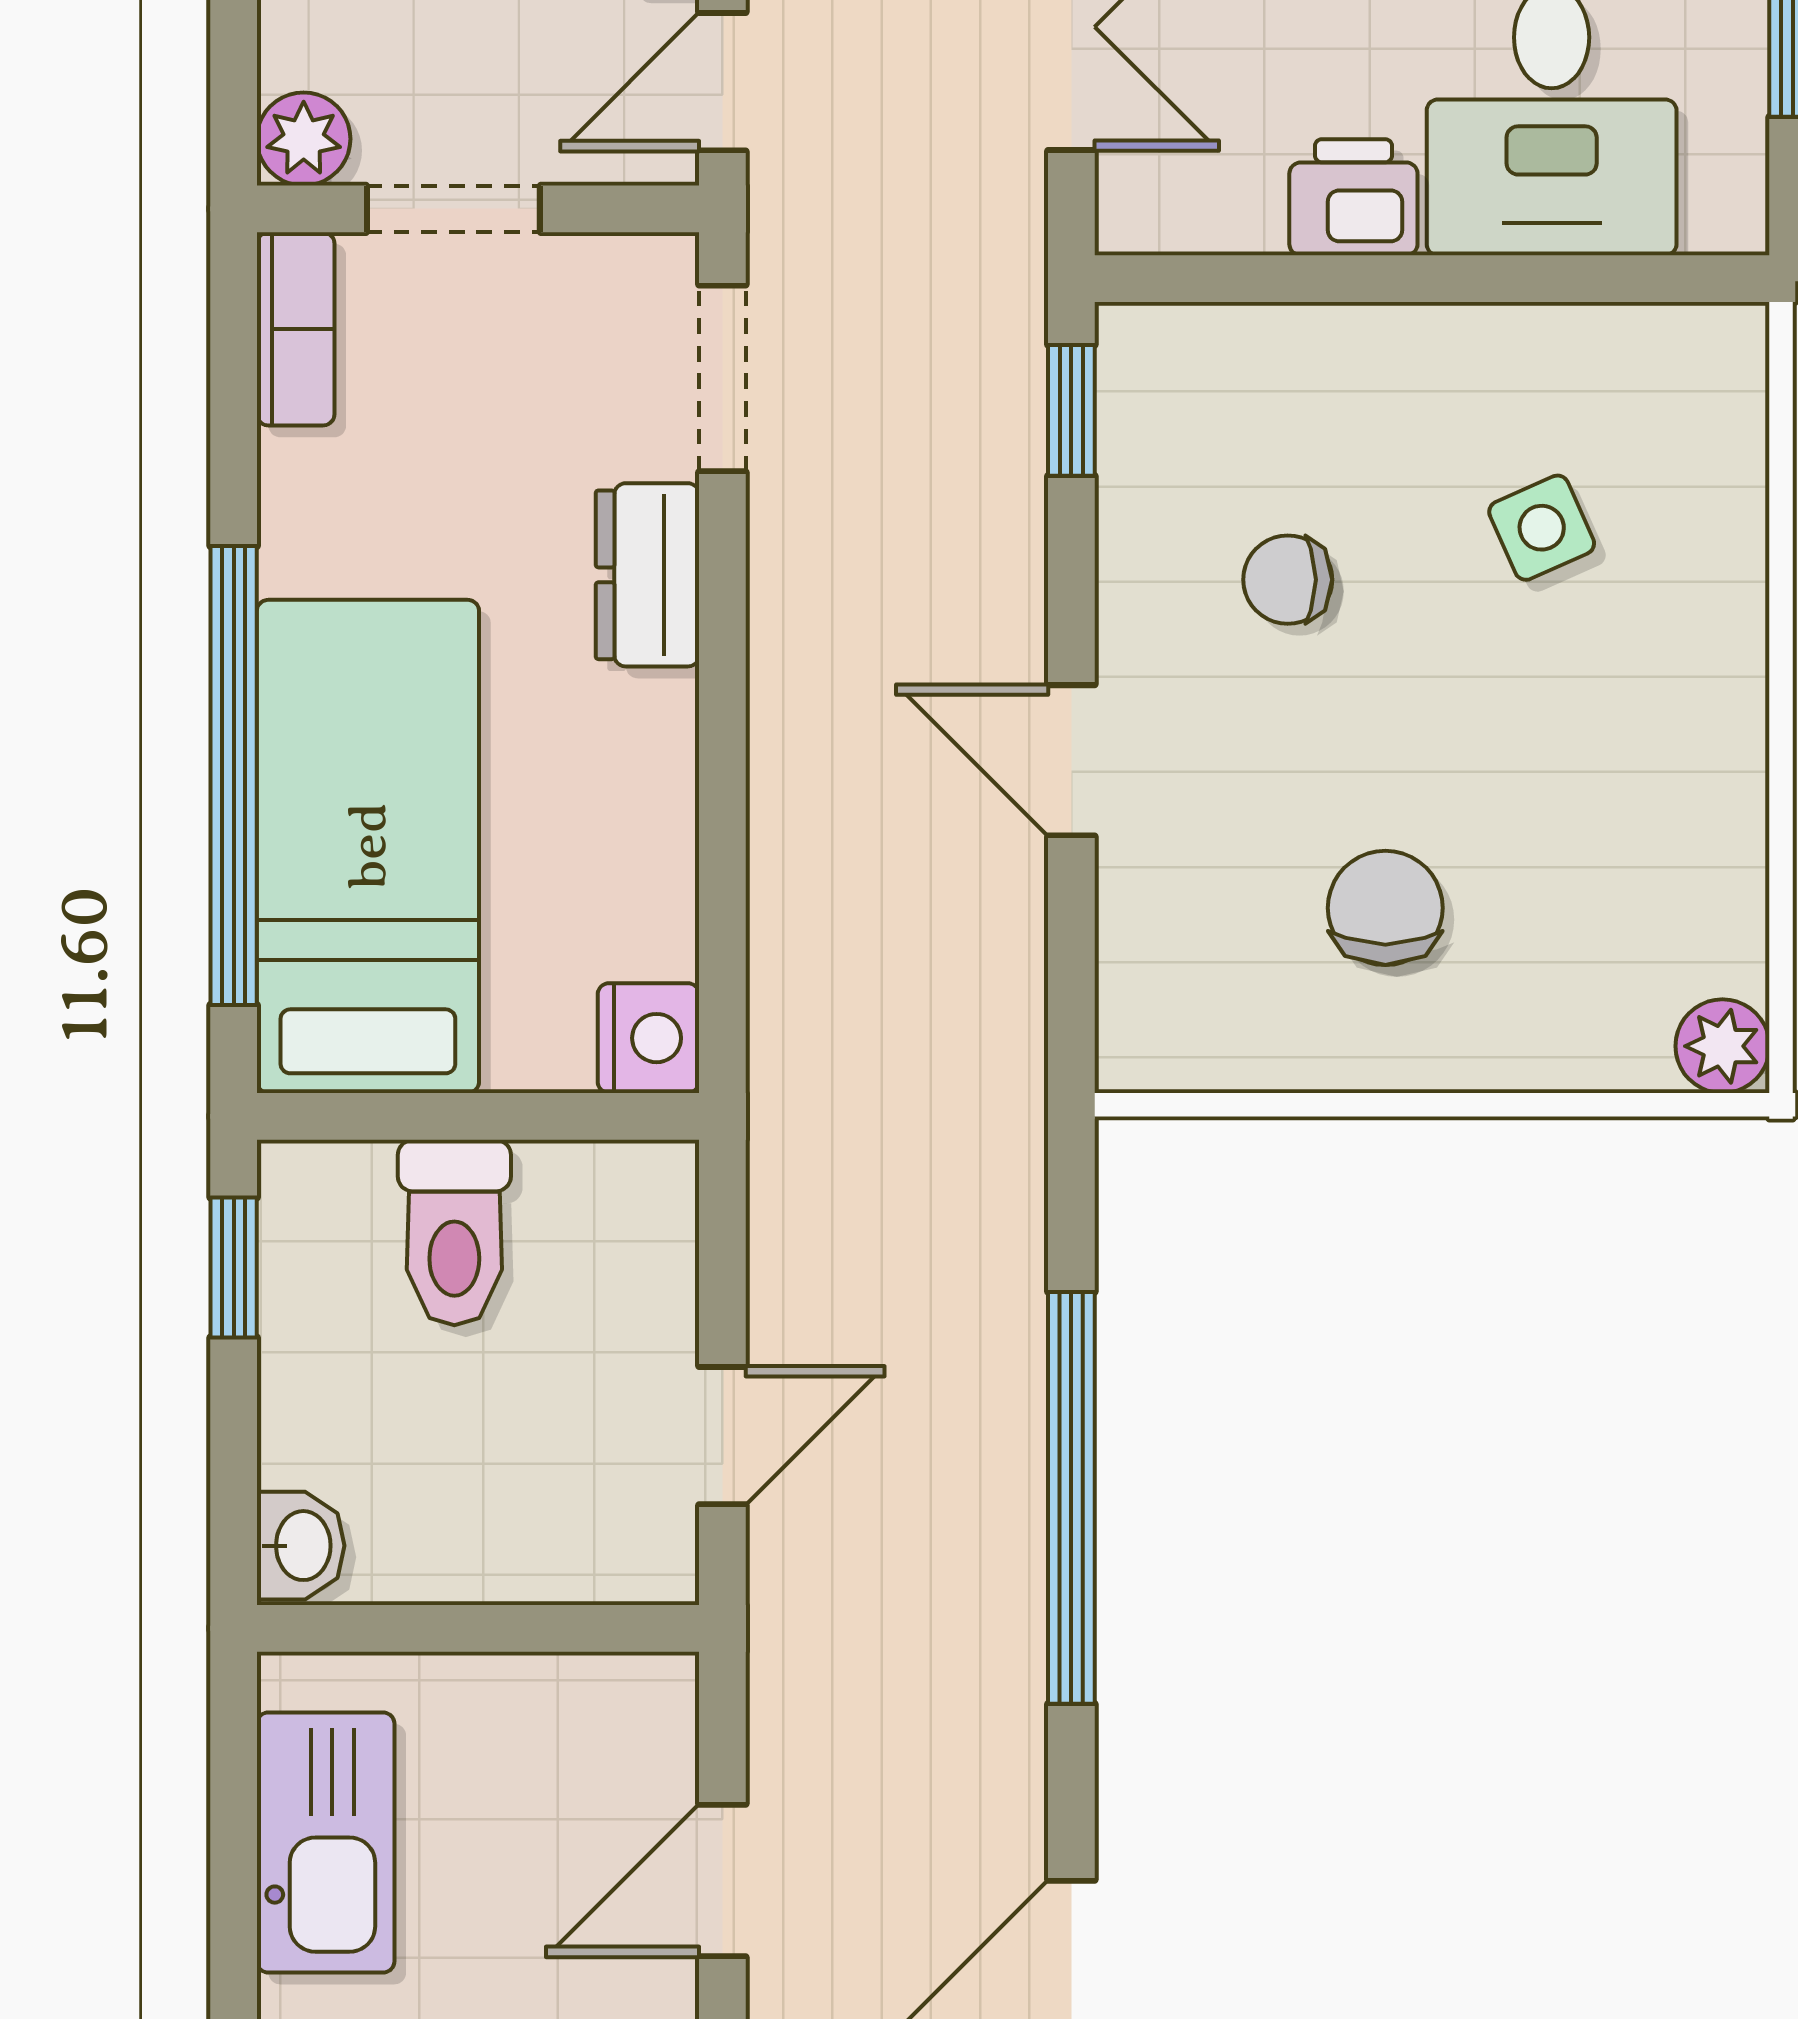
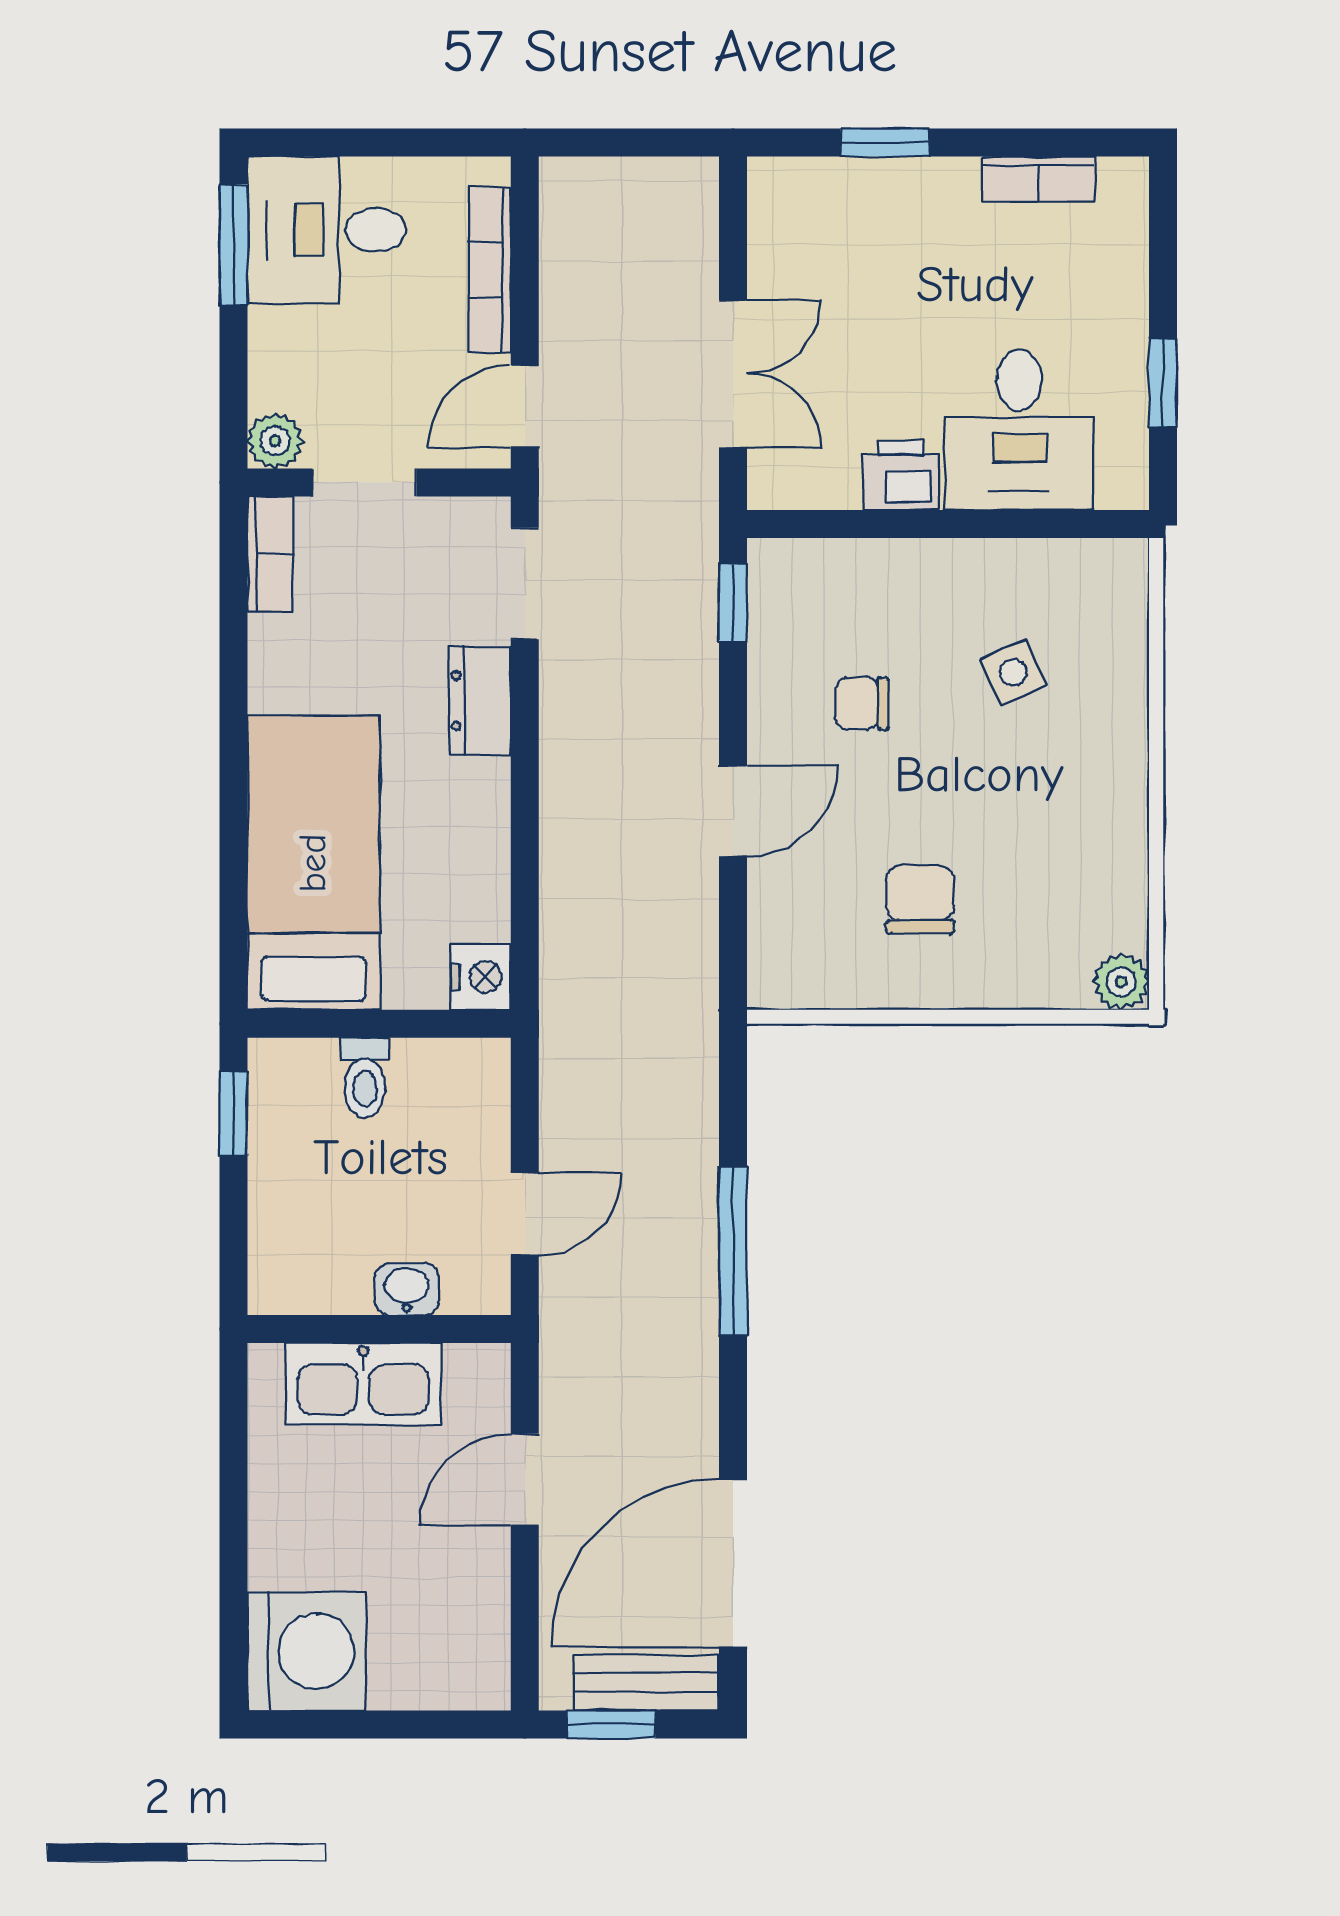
door: (1071, 760) -> (733, 811), swing flipped
window: (234, 776) -> (233, 820), removed
toilet: (454, 1233) -> (365, 1077), width x0.73, depth x0.72
window: (1071, 1498) -> (733, 1251), width x0.68
washbasin: (301, 1546) -> (407, 1289), moved, turned -90
kitchen sink: (326, 1842) -> (363, 1384), moved, turned 90

